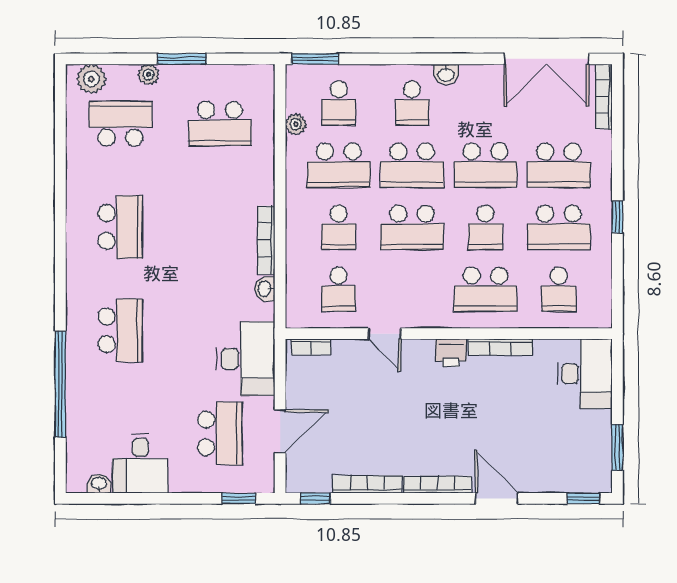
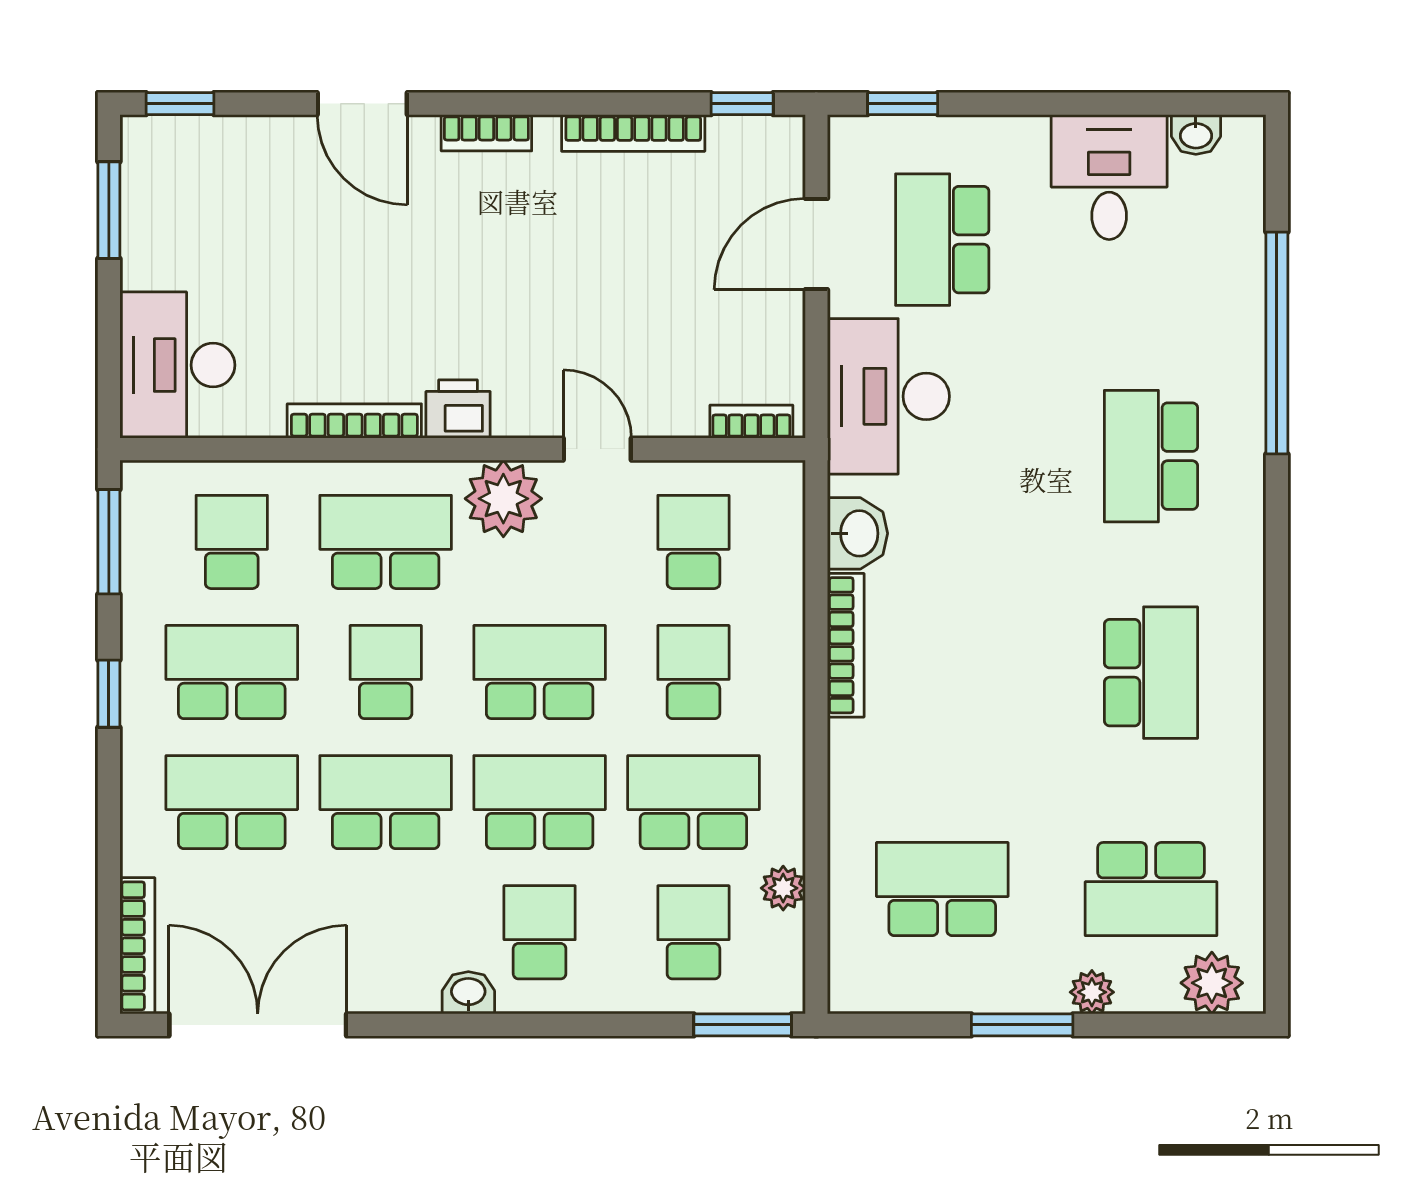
school desk: (120, 227) -> (1151, 673), turned 180
washbasin: (265, 289) -> (857, 533), width x1.38, depth x1.45
window: (617, 289) -> (109, 542), added
plant: (429, 310) -> (503, 499), added
bookcase: (437, 485) -> (486, 133), width x0.64

